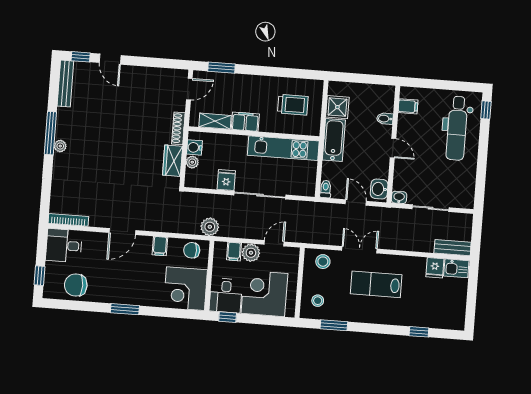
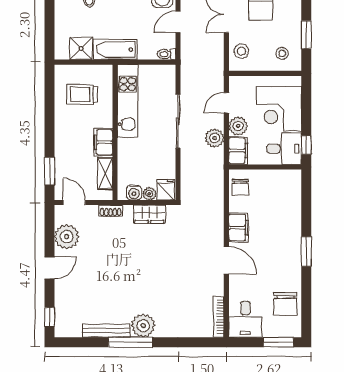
door: (110, 59) -> (50, 268), moved
plant: (157, 79) -> (67, 237), added
bench: (65, 84) -> (106, 331), moved
trolley: (293, 105) -> (82, 95), turned -90
shoe rack: (178, 128) -> (111, 211), width x0.70
plant: (60, 146) -> (143, 326), width x1.87, depth x1.87
fridge: (226, 180) -> (166, 190), moved, turned 90
plant: (210, 227) -> (215, 138), moved
door: (274, 243) -> (226, 103), hinge flipped
filing cabinet: (160, 246) -> (238, 228), width x2.00
filing cabinet: (234, 251) -> (238, 151), width x2.00
window: (39, 276) -> (278, 342), width x1.50
corner desk: (185, 289) -> (280, 191), removed

